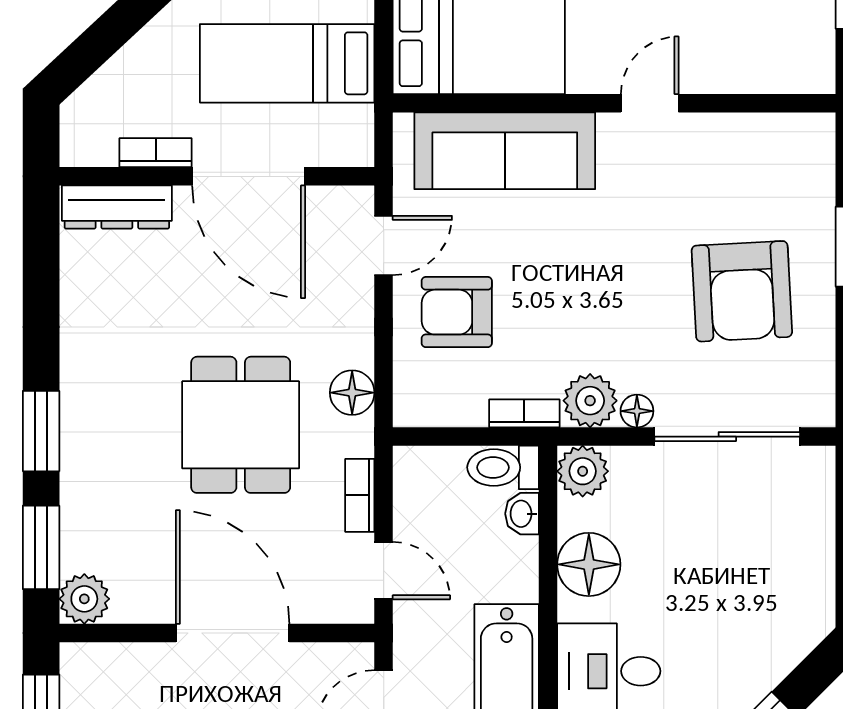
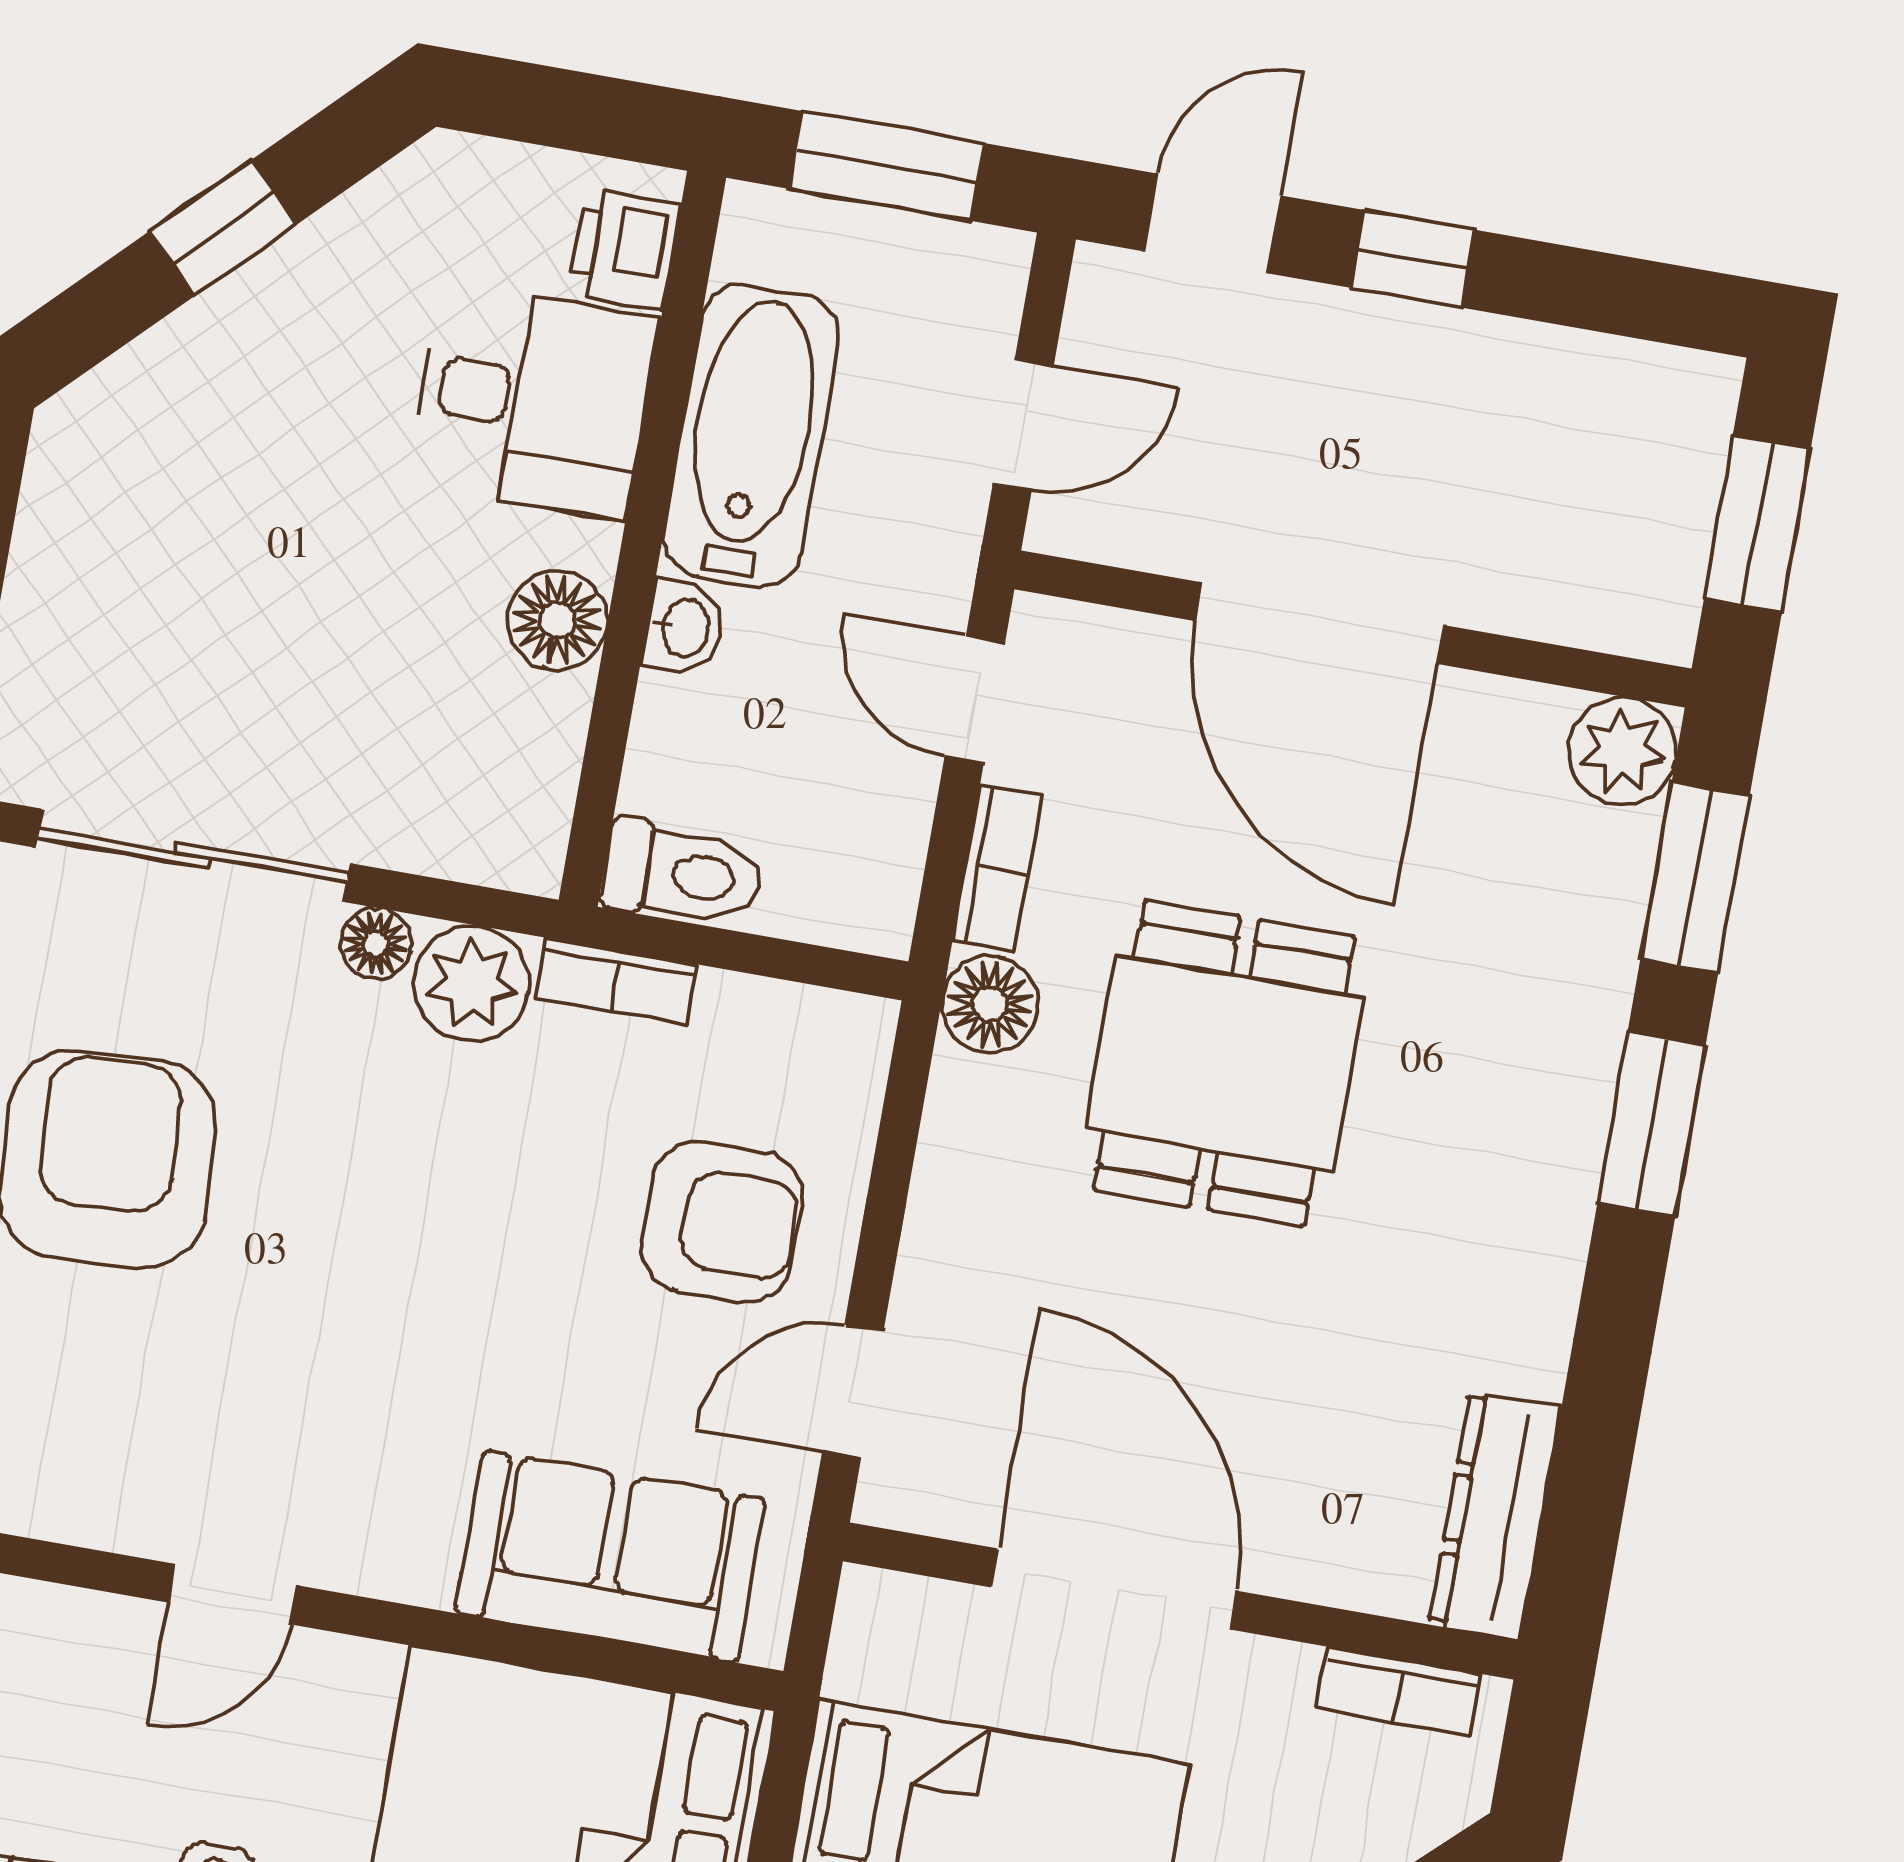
sofa: (505, 151) -> (610, 1556), width x0.73
bookcase: (156, 153) -> (1399, 1691), moved
dresser: (117, 207) -> (1495, 1515), moved, turned -90
floor lamp: (352, 393) -> (990, 1004), moved
plant: (583, 471) -> (514, 836), removed
washbasin: (522, 514) -> (684, 628), moved
floor lamp: (589, 564) -> (557, 620), width x0.73, depth x0.73

